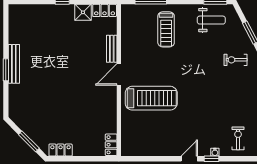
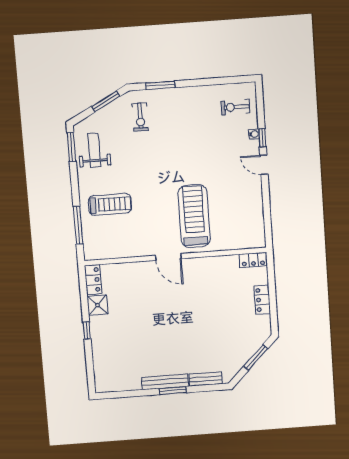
bench: (112, 49) -> (206, 379), moved
locker: (61, 150) -> (262, 300), moved

